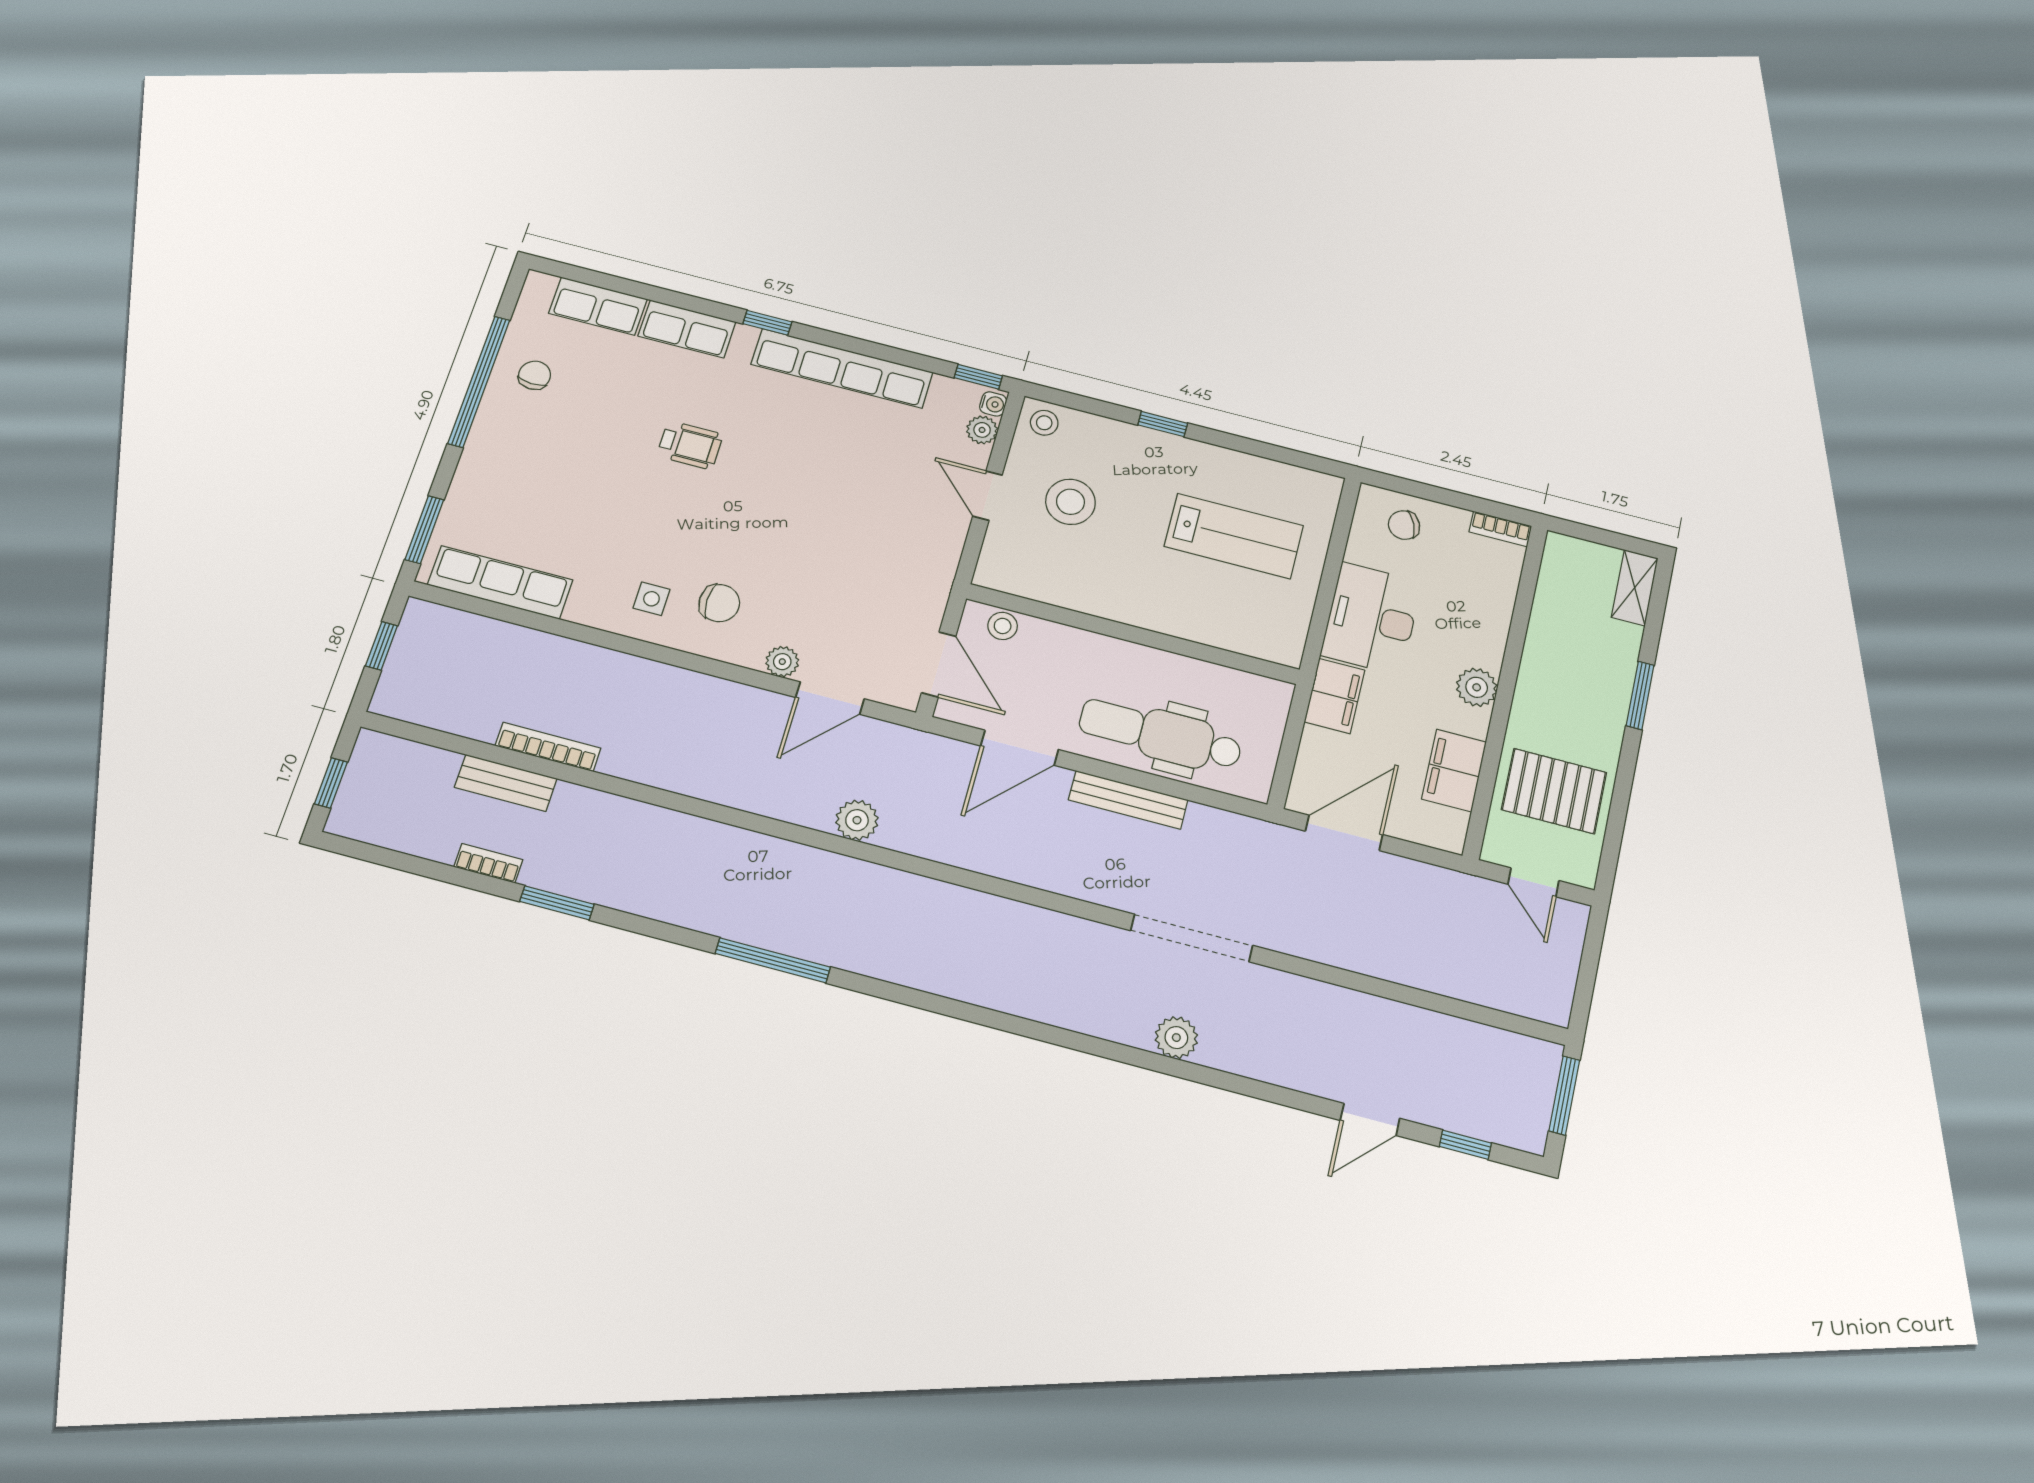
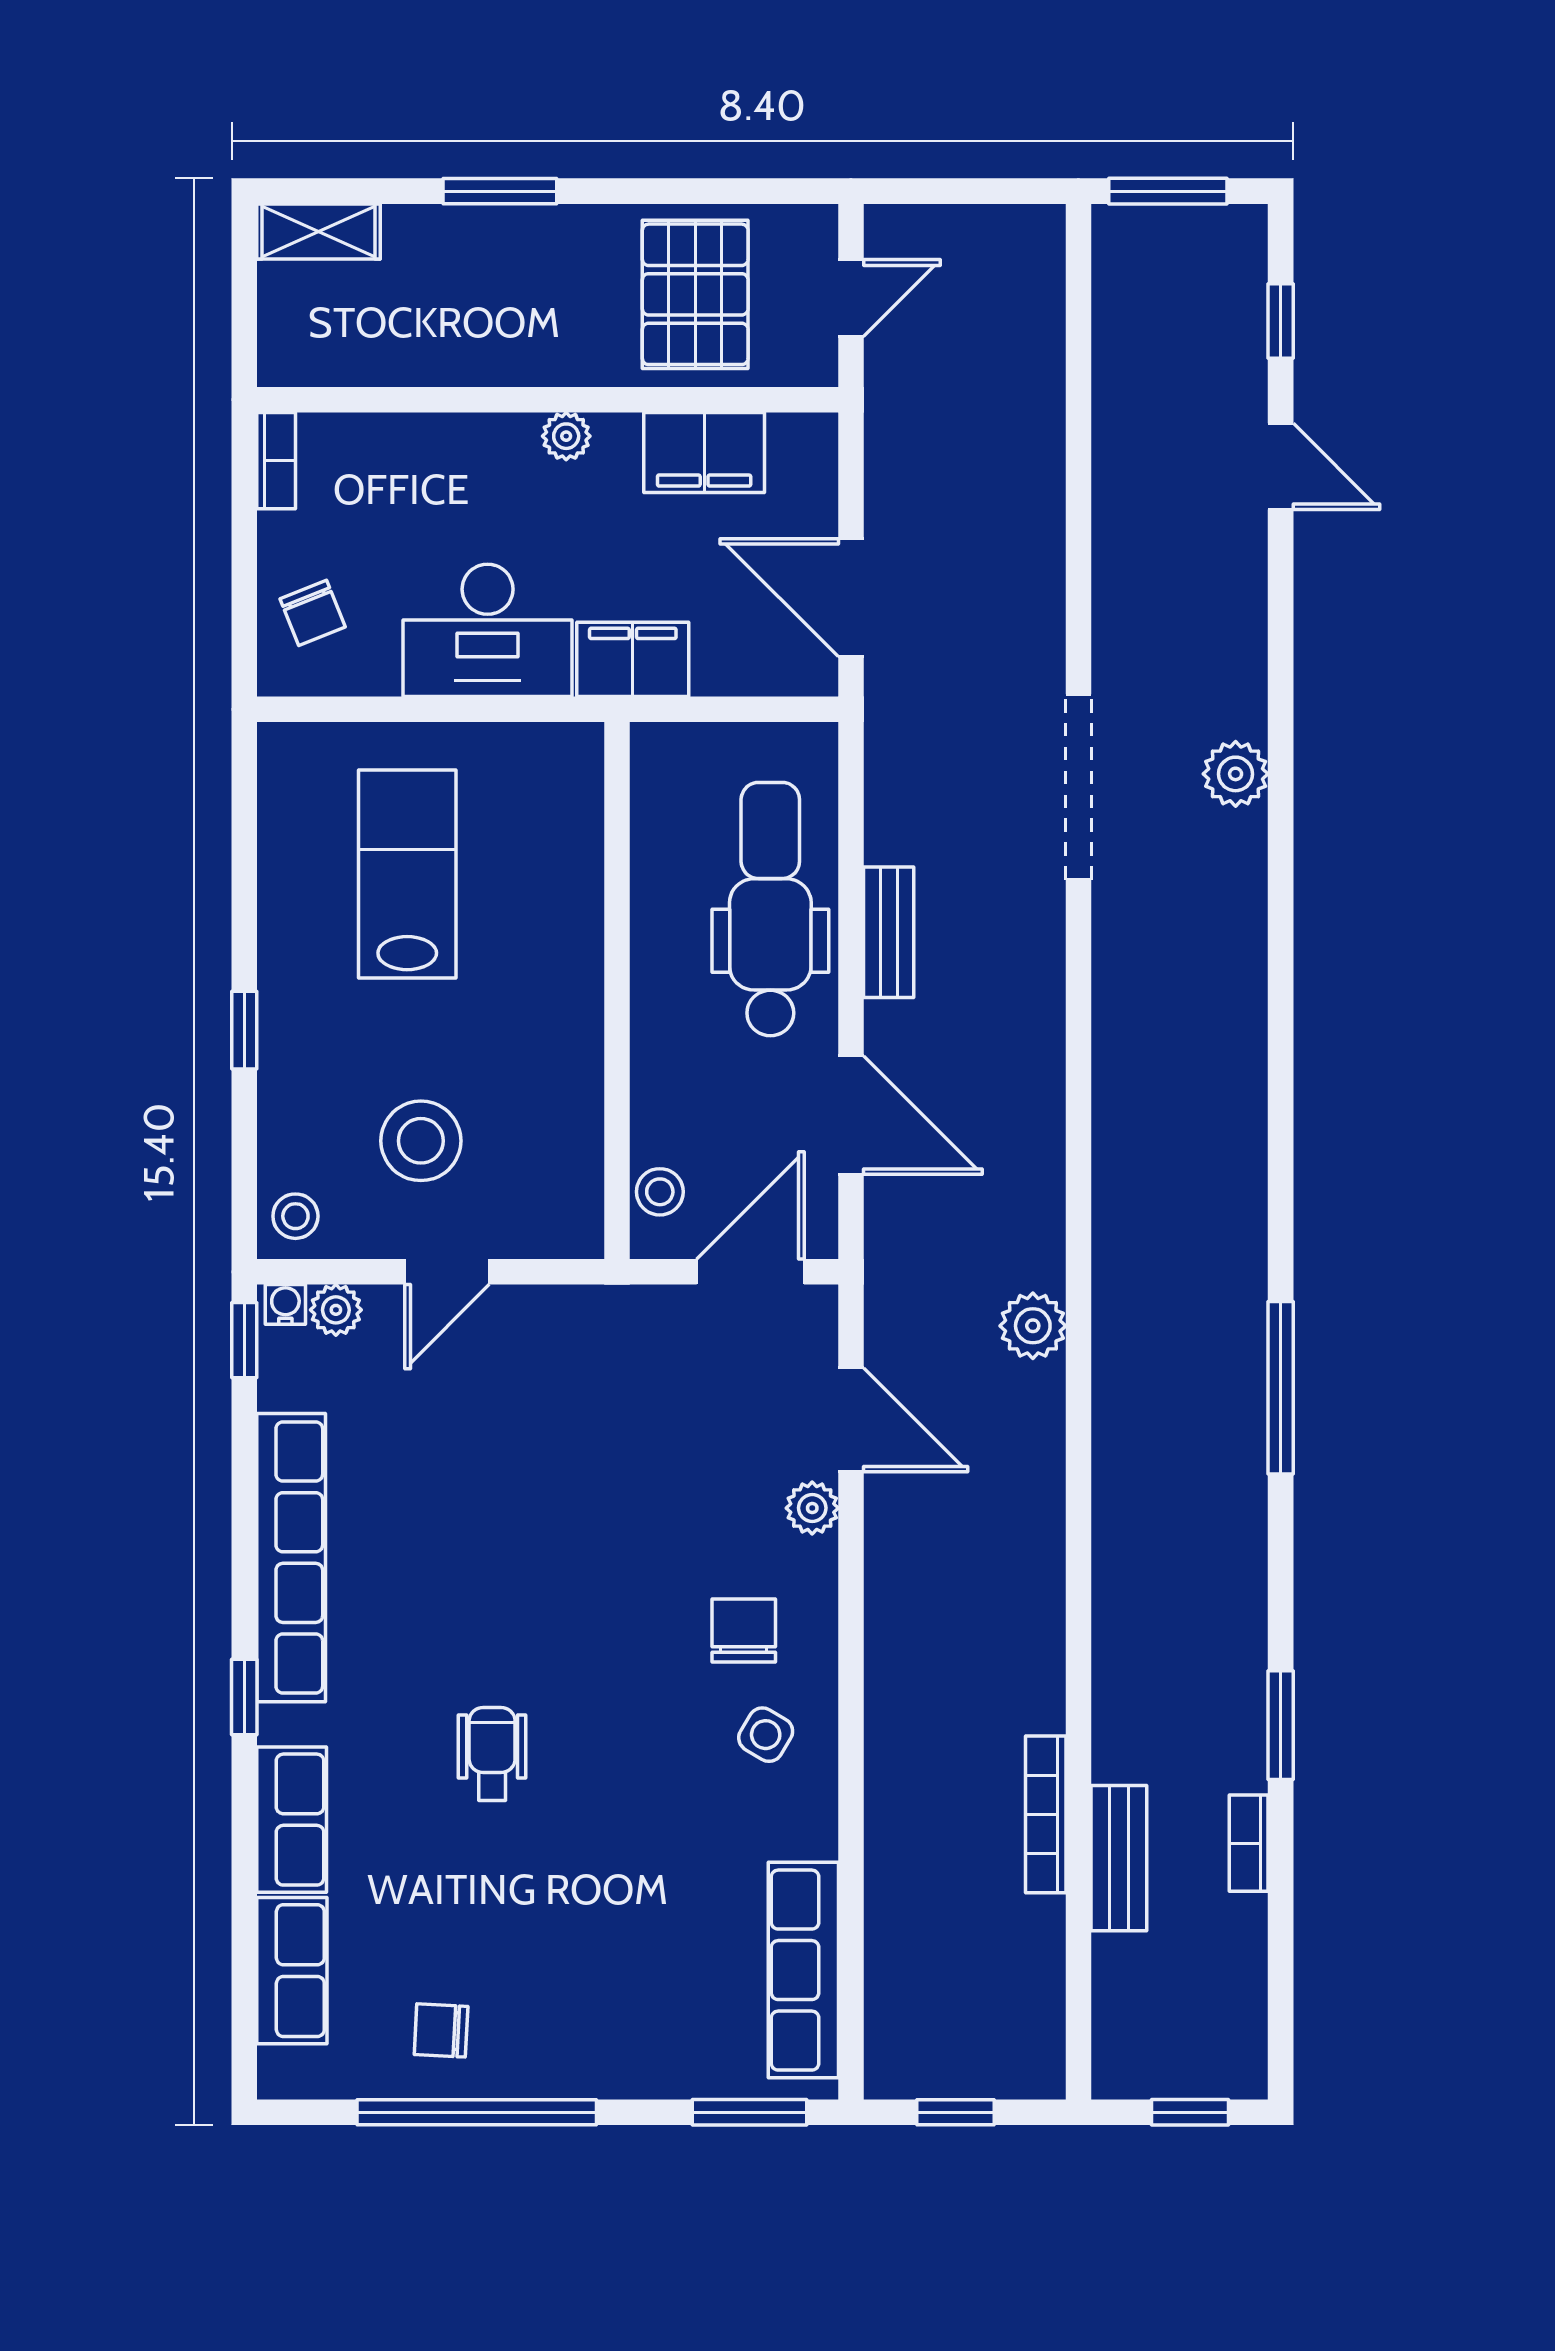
side table: (651, 599) -> (766, 1735), turned 31
plant: (1477, 687) -> (566, 436), width x0.73, depth x0.73
dental chair: (1160, 735) -> (770, 909), turned 180
bench: (1128, 800) -> (889, 932), width x0.73

